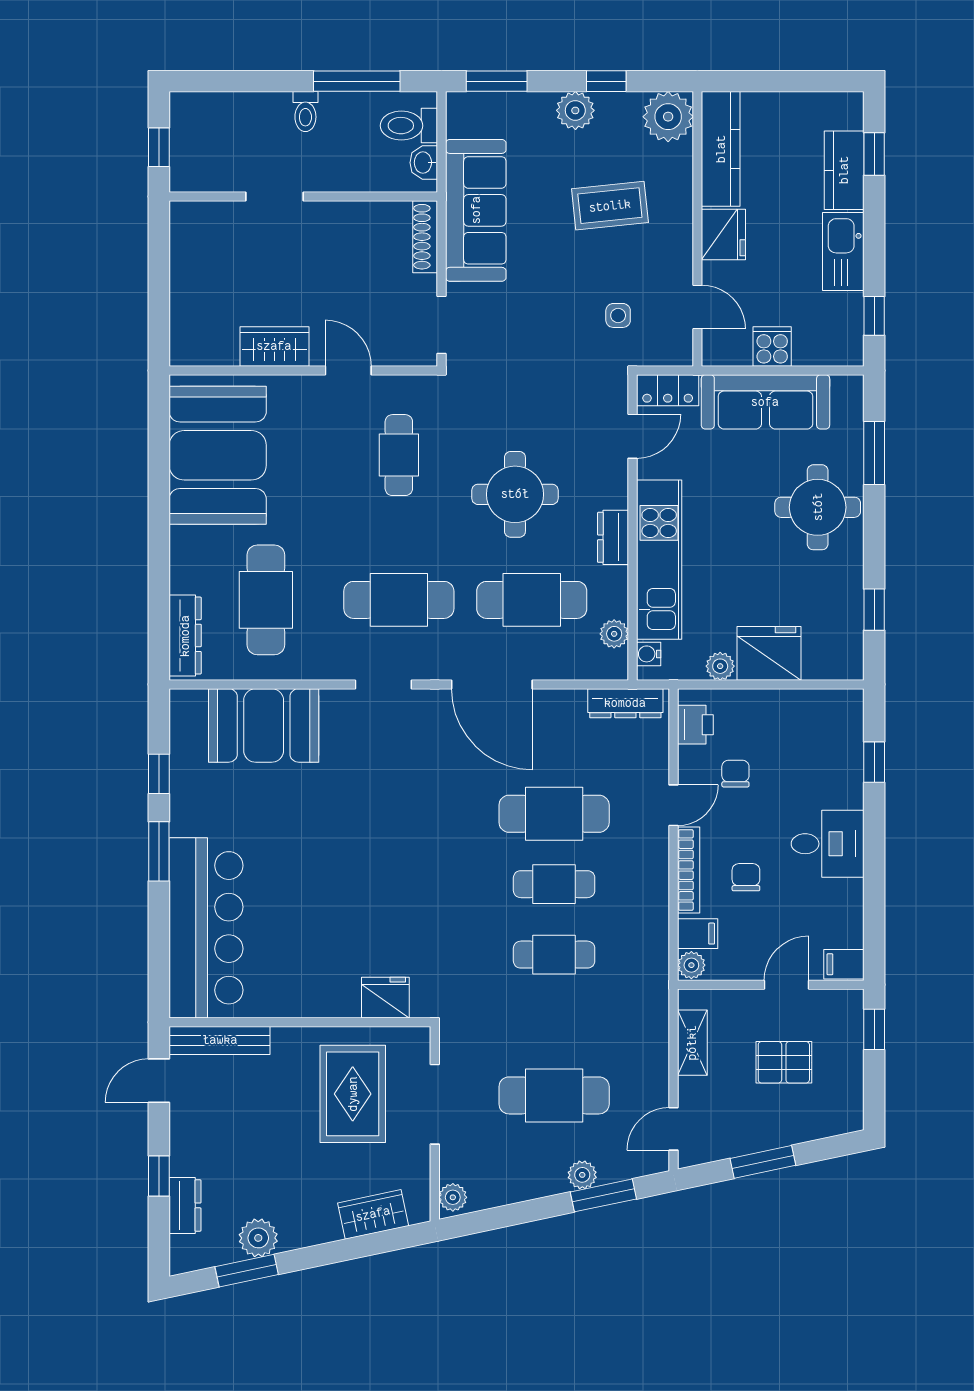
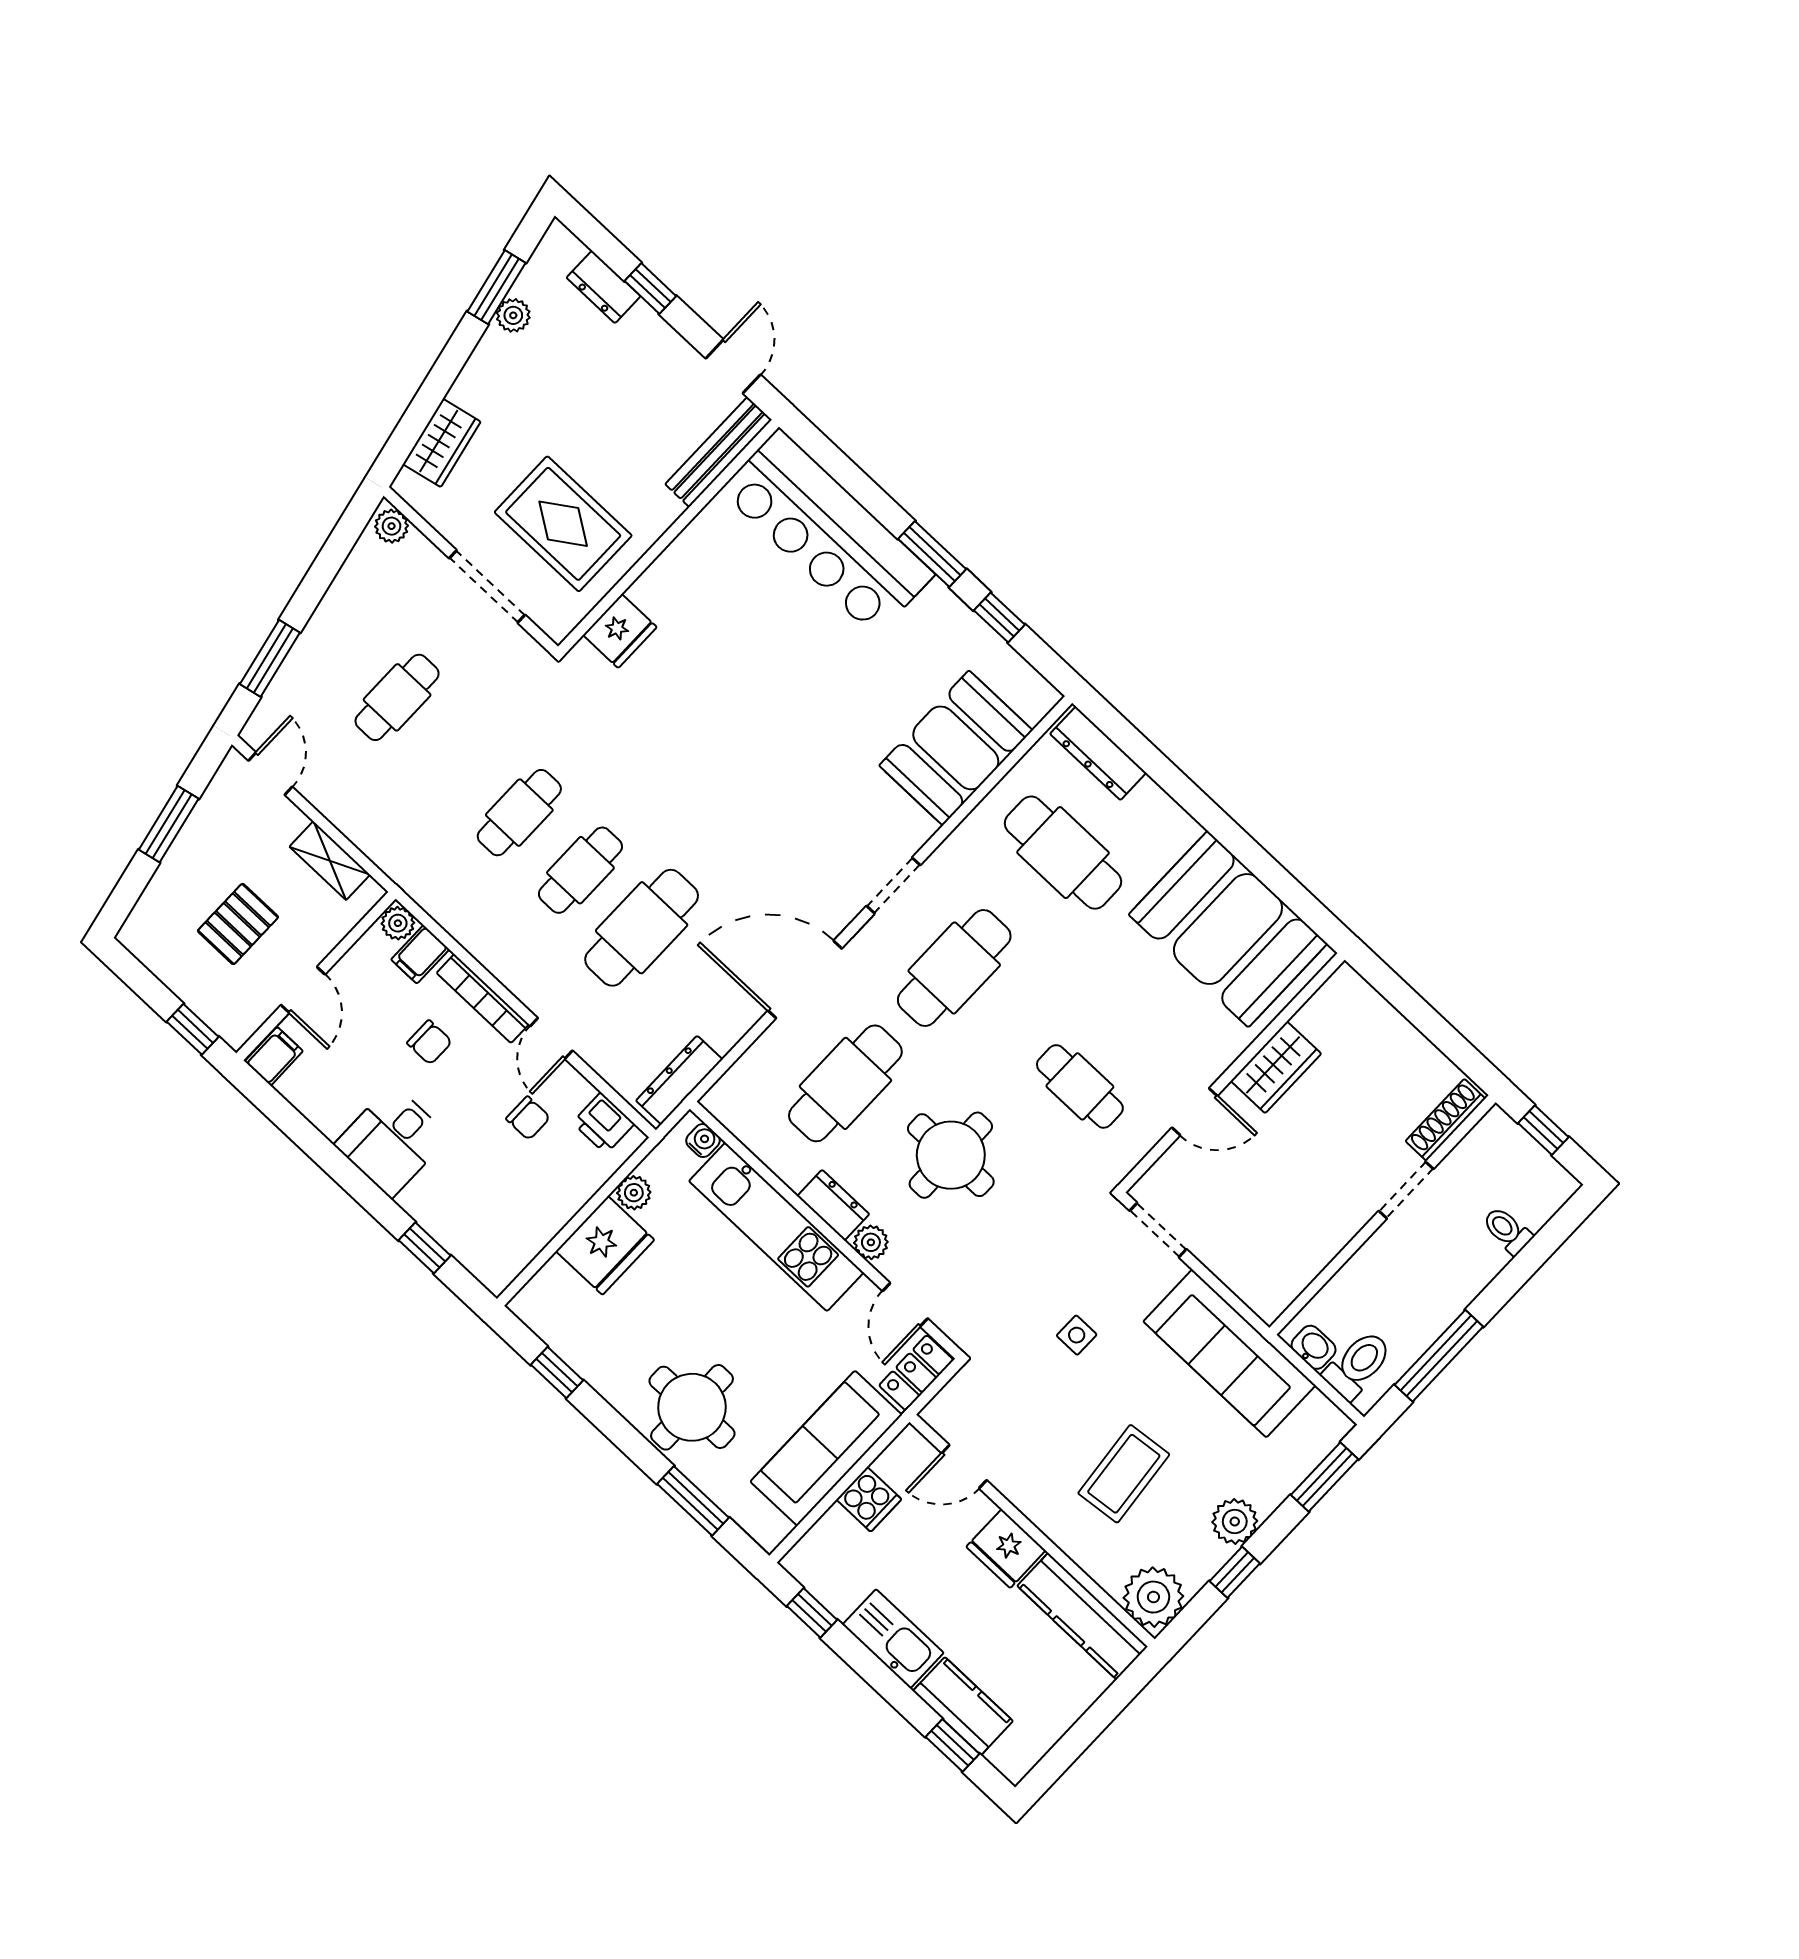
toilet: (305, 112) -> (1507, 1230), moved
shoe rack: (425, 237) -> (1445, 1120), moved, turned -90
side table: (618, 315) -> (1077, 1335), moved
plant: (614, 634) -> (871, 1242), moved
cafe table: (554, 1095) -> (397, 697), width x0.73, depth x0.74
plant: (582, 1175) -> (305, 657), removed
plant: (258, 1238) -> (513, 315), width x0.73, depth x0.73

